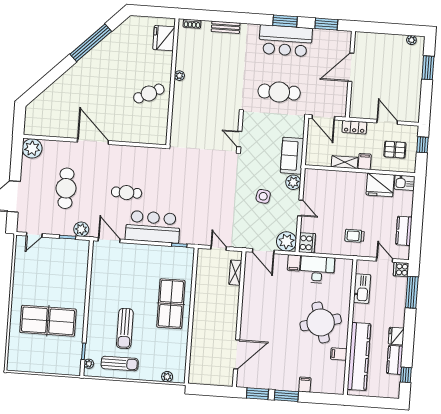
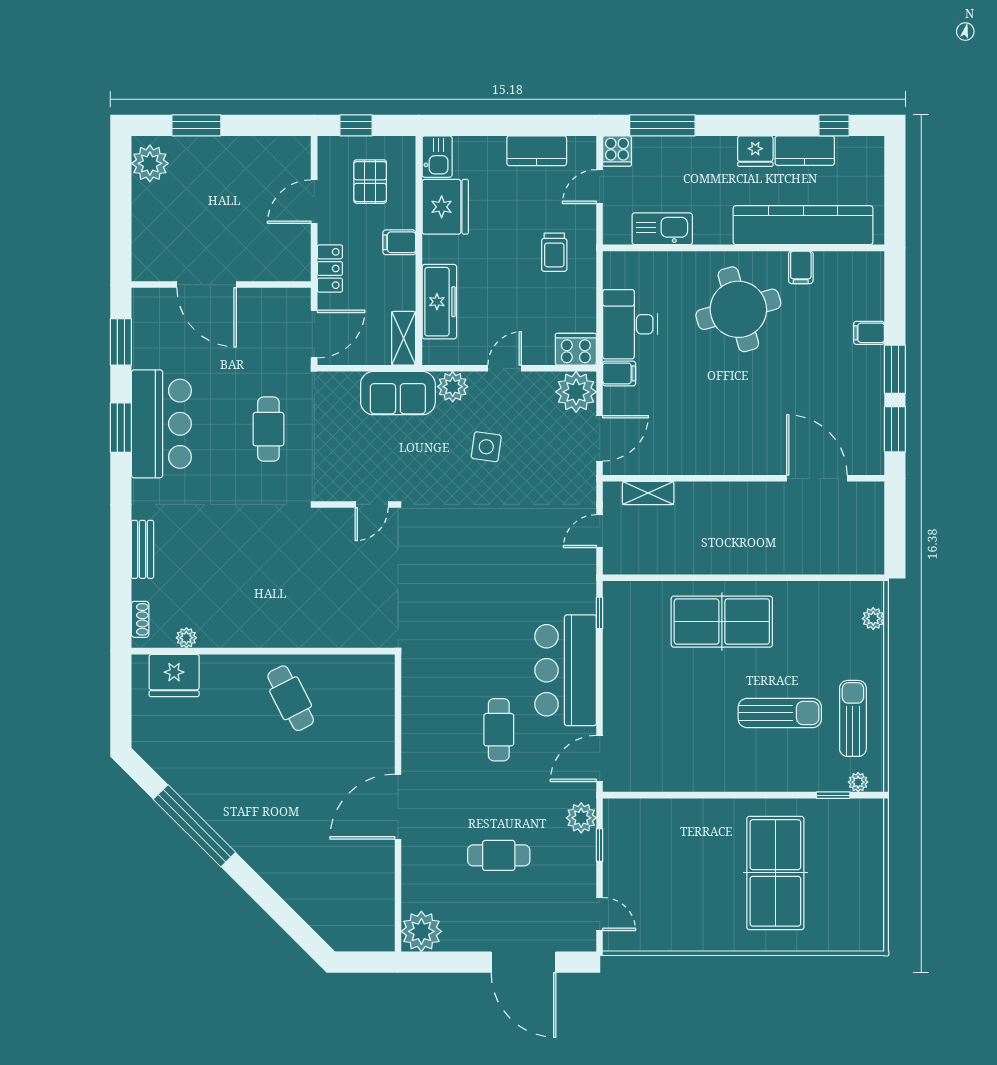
plant: (411, 40) -> (150, 163), width x1.88, depth x1.88
plant: (179, 76) -> (186, 638), moved
cafe table: (279, 92) -> (268, 429), width x0.73, depth x0.74
shelving: (345, 162) -> (404, 338), moved
freezer: (335, 179) -> (439, 302), added
cafe table: (66, 188) -> (499, 855), width x0.73, depth x0.74

